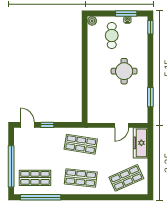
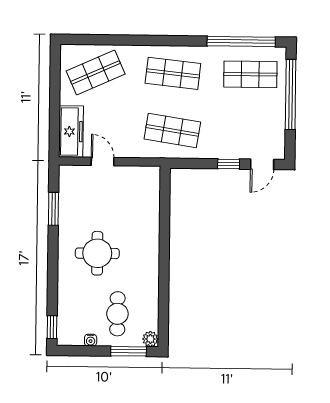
window: (126, 13) -> (129, 351), moved
door: (27, 125) -> (262, 164), hinge flipped
door: (122, 125) -> (103, 161), hinge flipped

